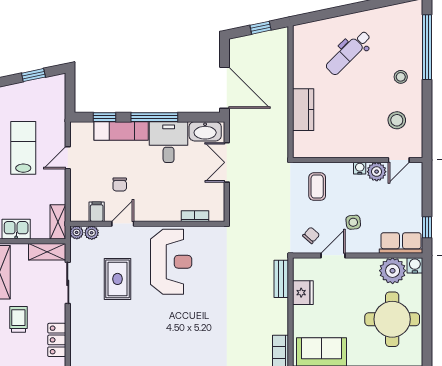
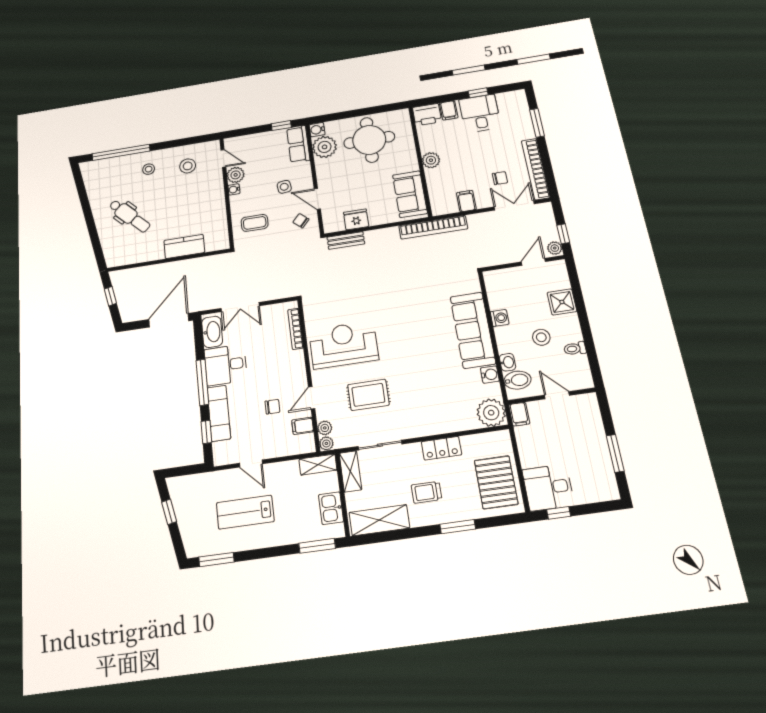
bookcase: (195, 216) -> (296, 329), width x1.56
door: (123, 224) -> (312, 398), hinge flipped

